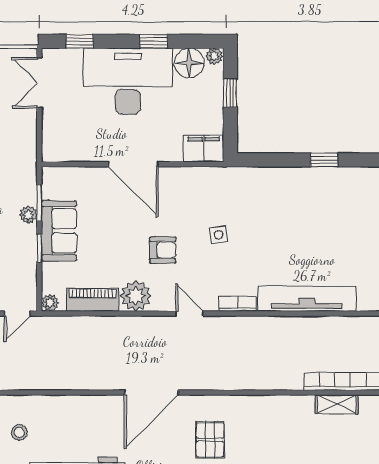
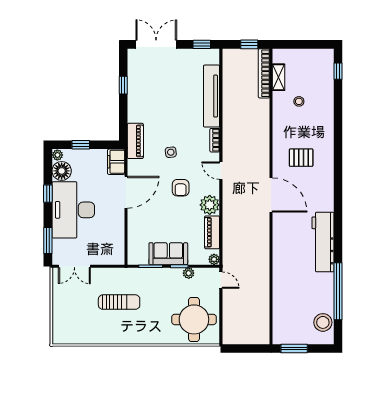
window: (80, 41) -> (48, 241), width x1.50
door: (133, 164) -> (126, 192), moved
piano: (236, 179) -> (135, 141), added
plant: (28, 215) -> (189, 273), moved
armchair: (163, 250) -> (181, 188), turned 180
door: (190, 314) -> (221, 171), hinge flipped
stool: (19, 433) -> (299, 101), moved

